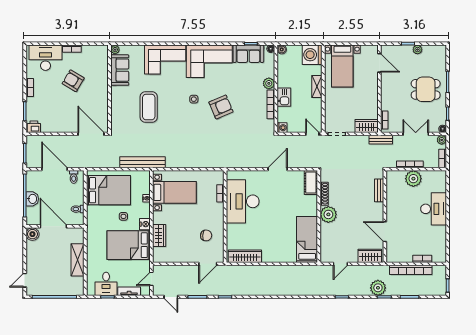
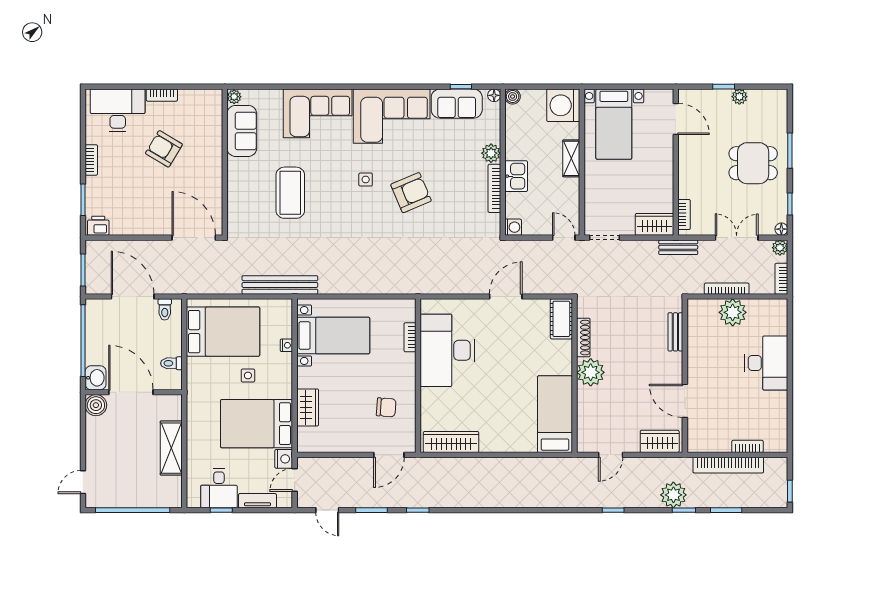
washbasin: (32, 199) -> (96, 378), moved
nightstand: (145, 224) -> (284, 459), moved

